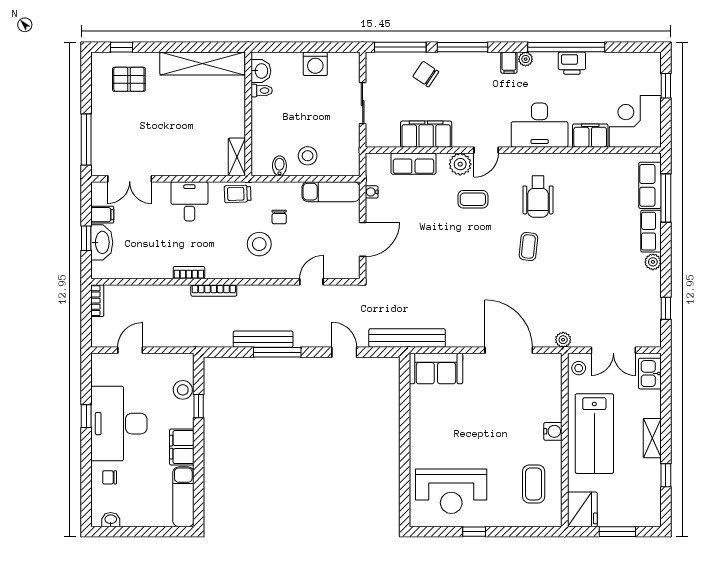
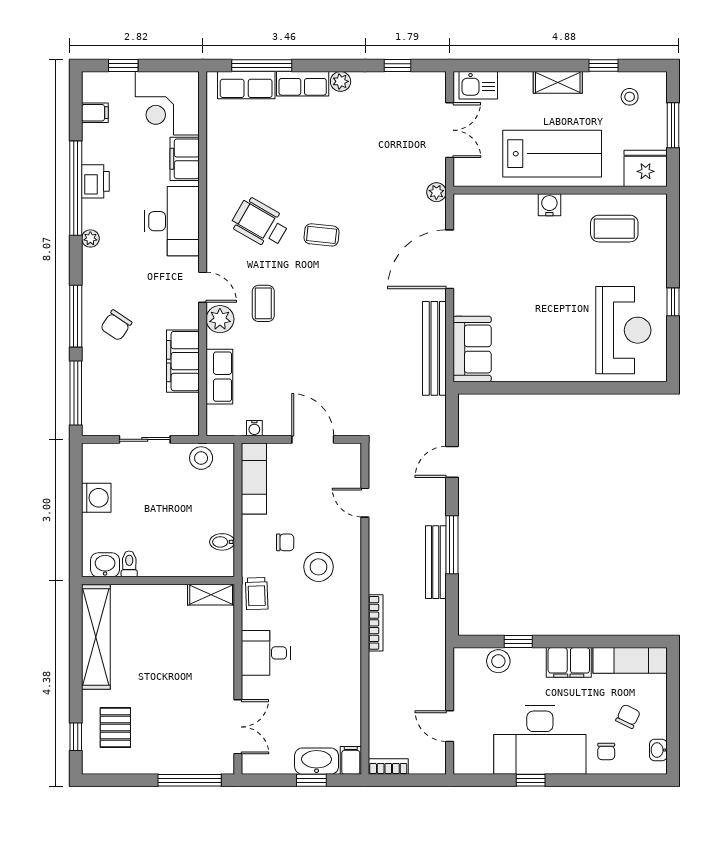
filing cabinet: (509, 63) -> (95, 113), moved
chair: (426, 74) -> (116, 325), moved
stool: (308, 156) -> (201, 458), moved
wheelchair: (538, 197) -> (260, 223), turned -150
filing cabinet: (102, 215) -> (351, 760), moved
bookcase: (189, 273) -> (354, 654), removed
bench: (407, 338) -> (434, 348), moved
stool: (579, 368) -> (630, 97), moved
chair: (138, 495) -> (628, 716), added

